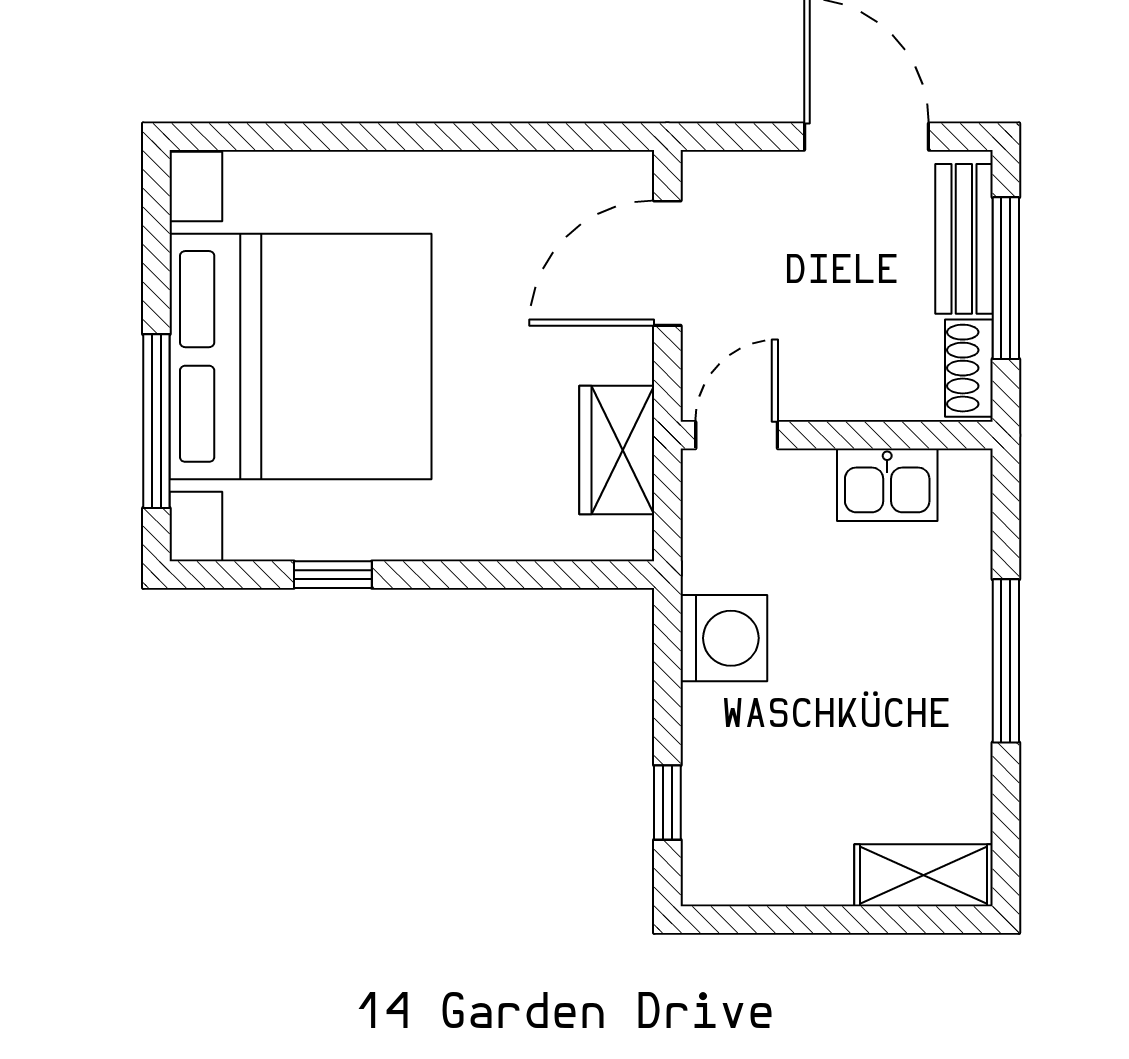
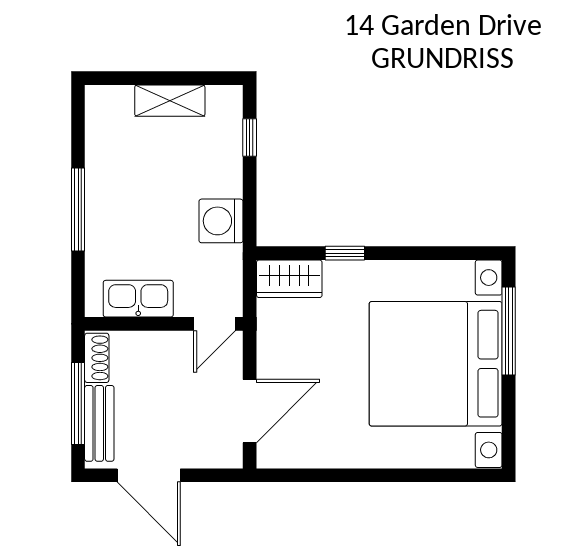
wardrobe: (617, 450) -> (289, 279), moved, turned 90
kitchen sink: (887, 485) -> (138, 299), width x1.38
window: (333, 575) -> (345, 253), moved
shelving: (924, 875) -> (170, 101), moved

